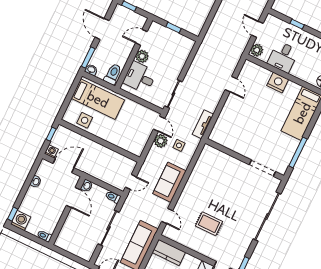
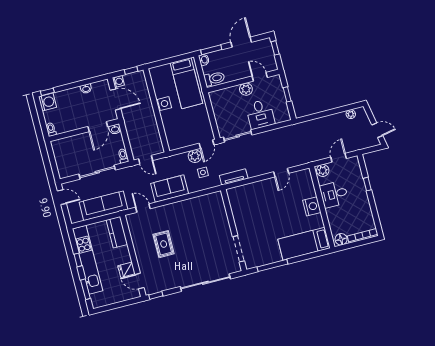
desk: (140, 77) -> (260, 114), moved, turned 180
side table: (85, 120) -> (165, 104), moved
door: (167, 216) -> (143, 208), swing flipped

